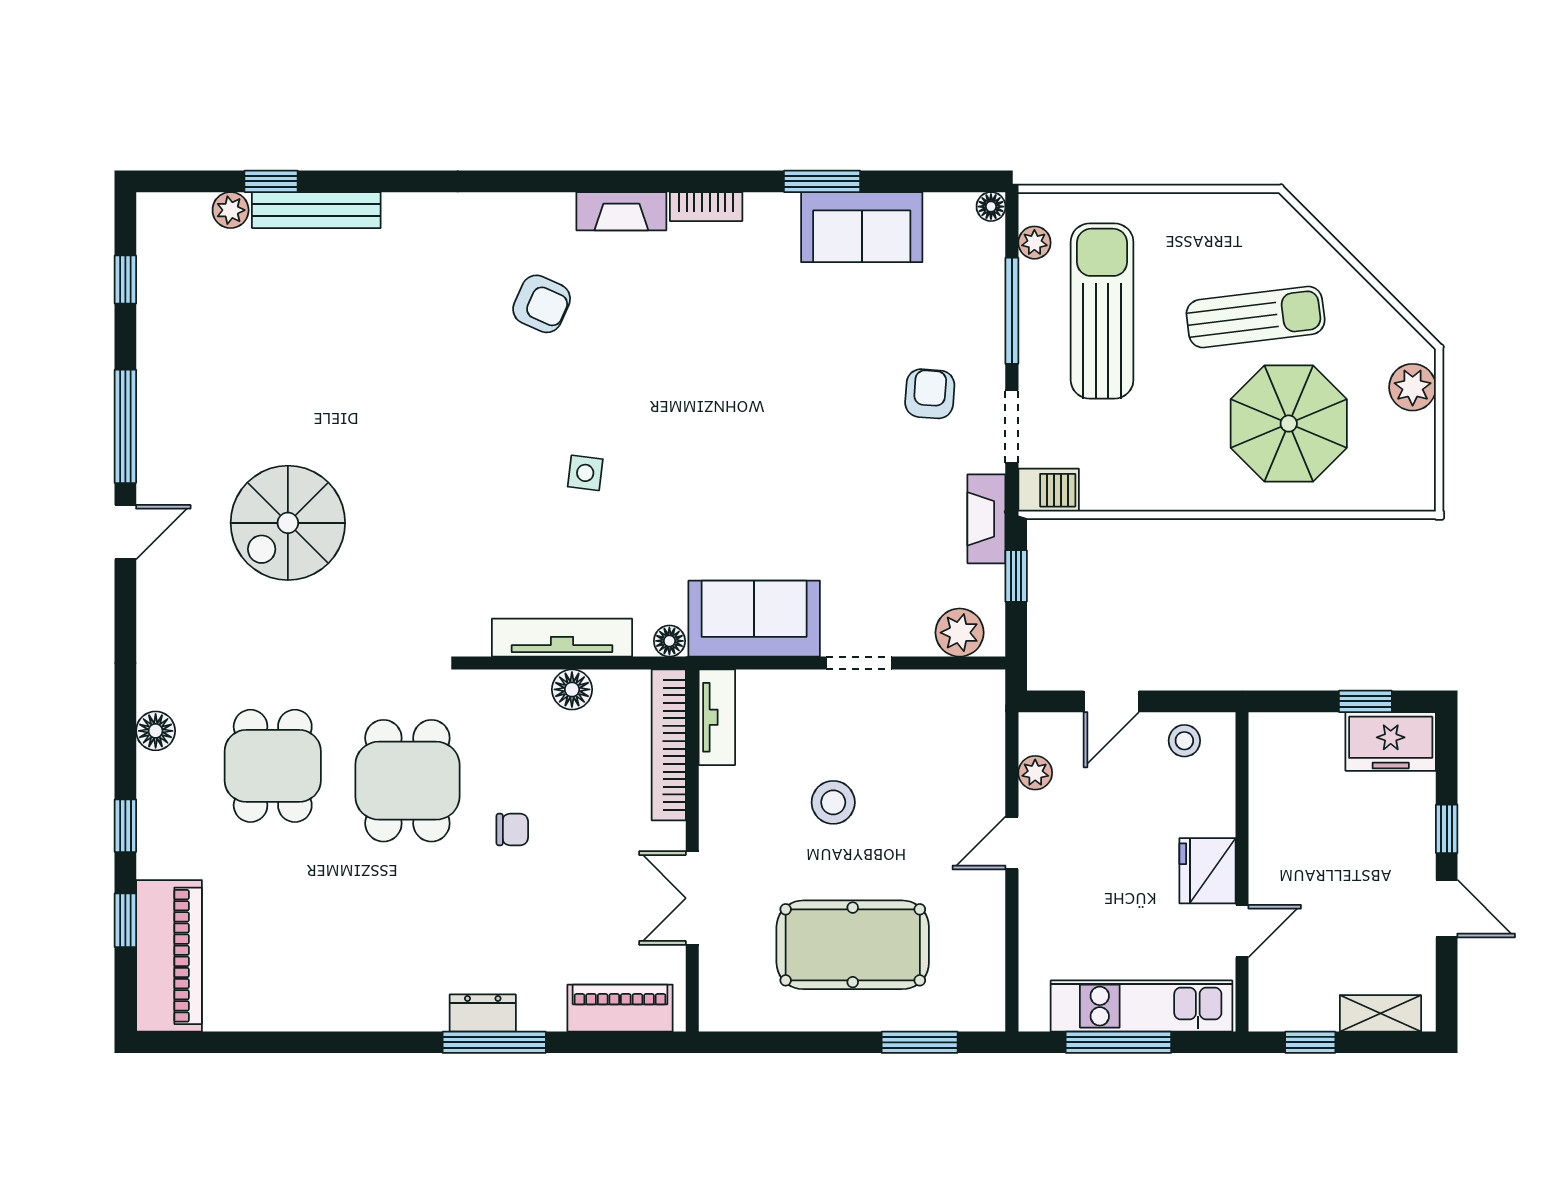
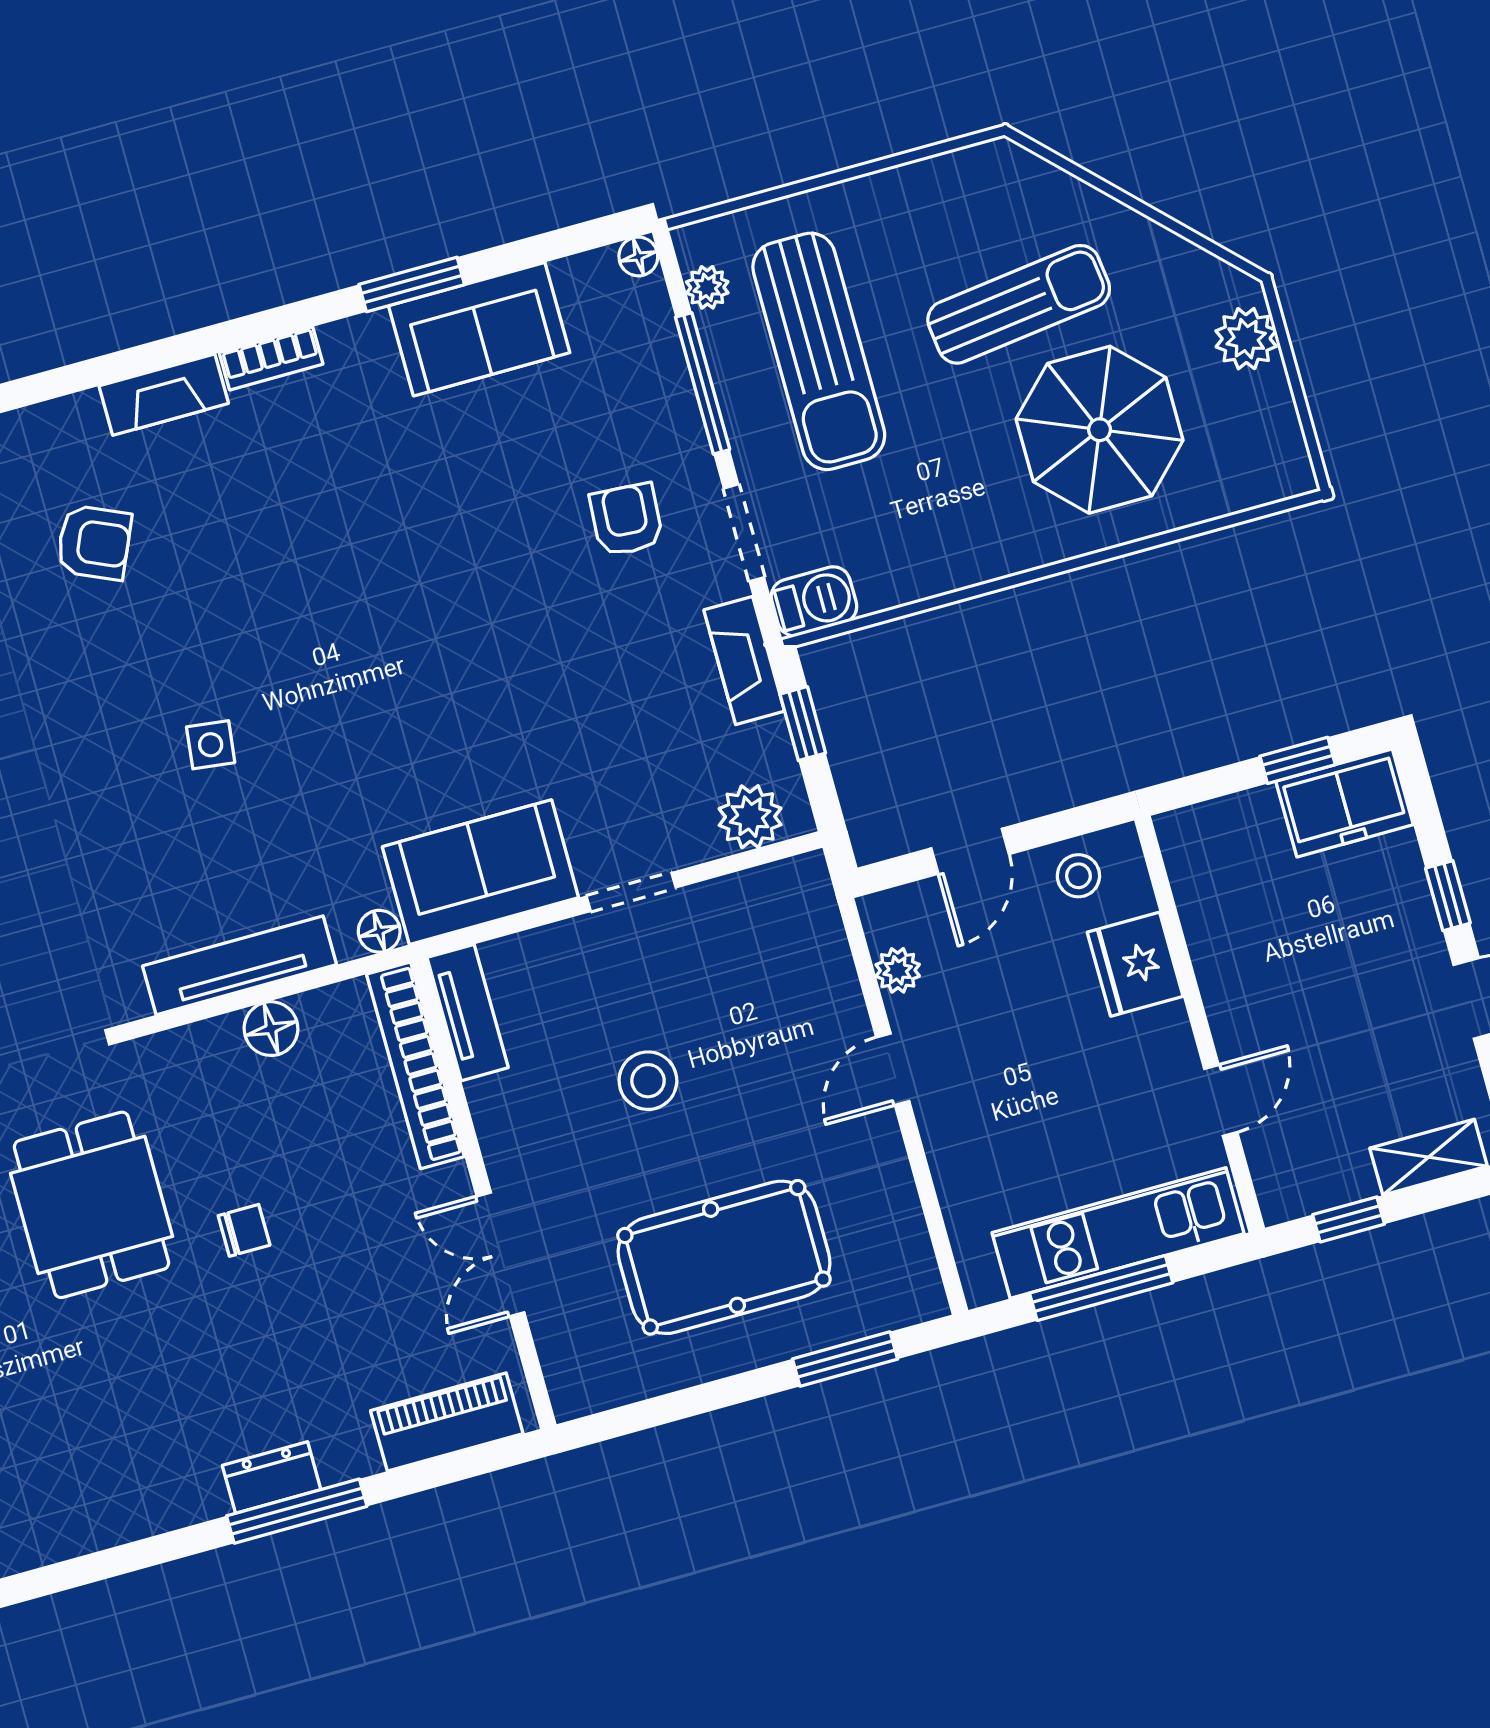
sun lounger: (1102, 311) -> (819, 351), turned 180
fridge: (1208, 871) -> (1135, 964), moved

